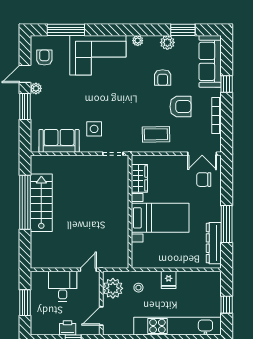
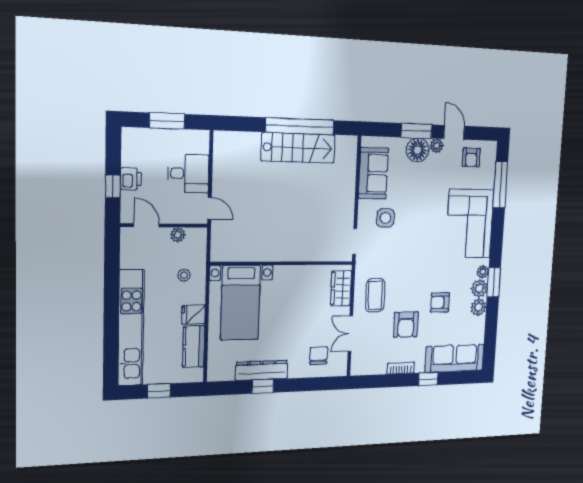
window: (183, 30) -> (494, 282), moved
plant: (152, 43) -> (479, 288), added
armchair: (44, 57) -> (471, 157), turned 90
floor lamp: (40, 105) -> (418, 150), added
bookcase: (217, 115) -> (401, 368), width x0.64
double door: (202, 154) -> (350, 334), moved
wardrobe: (139, 178) -> (341, 288), moved, turned 90
bed with nightstands: (160, 218) -> (240, 303), moved
window: (227, 224) -> (263, 386), width x0.46
dresser: (214, 243) -> (262, 370), moved
kitchen counter: (193, 279) -> (194, 346), added
plant: (113, 288) -> (178, 235), width x0.53, depth x0.53

